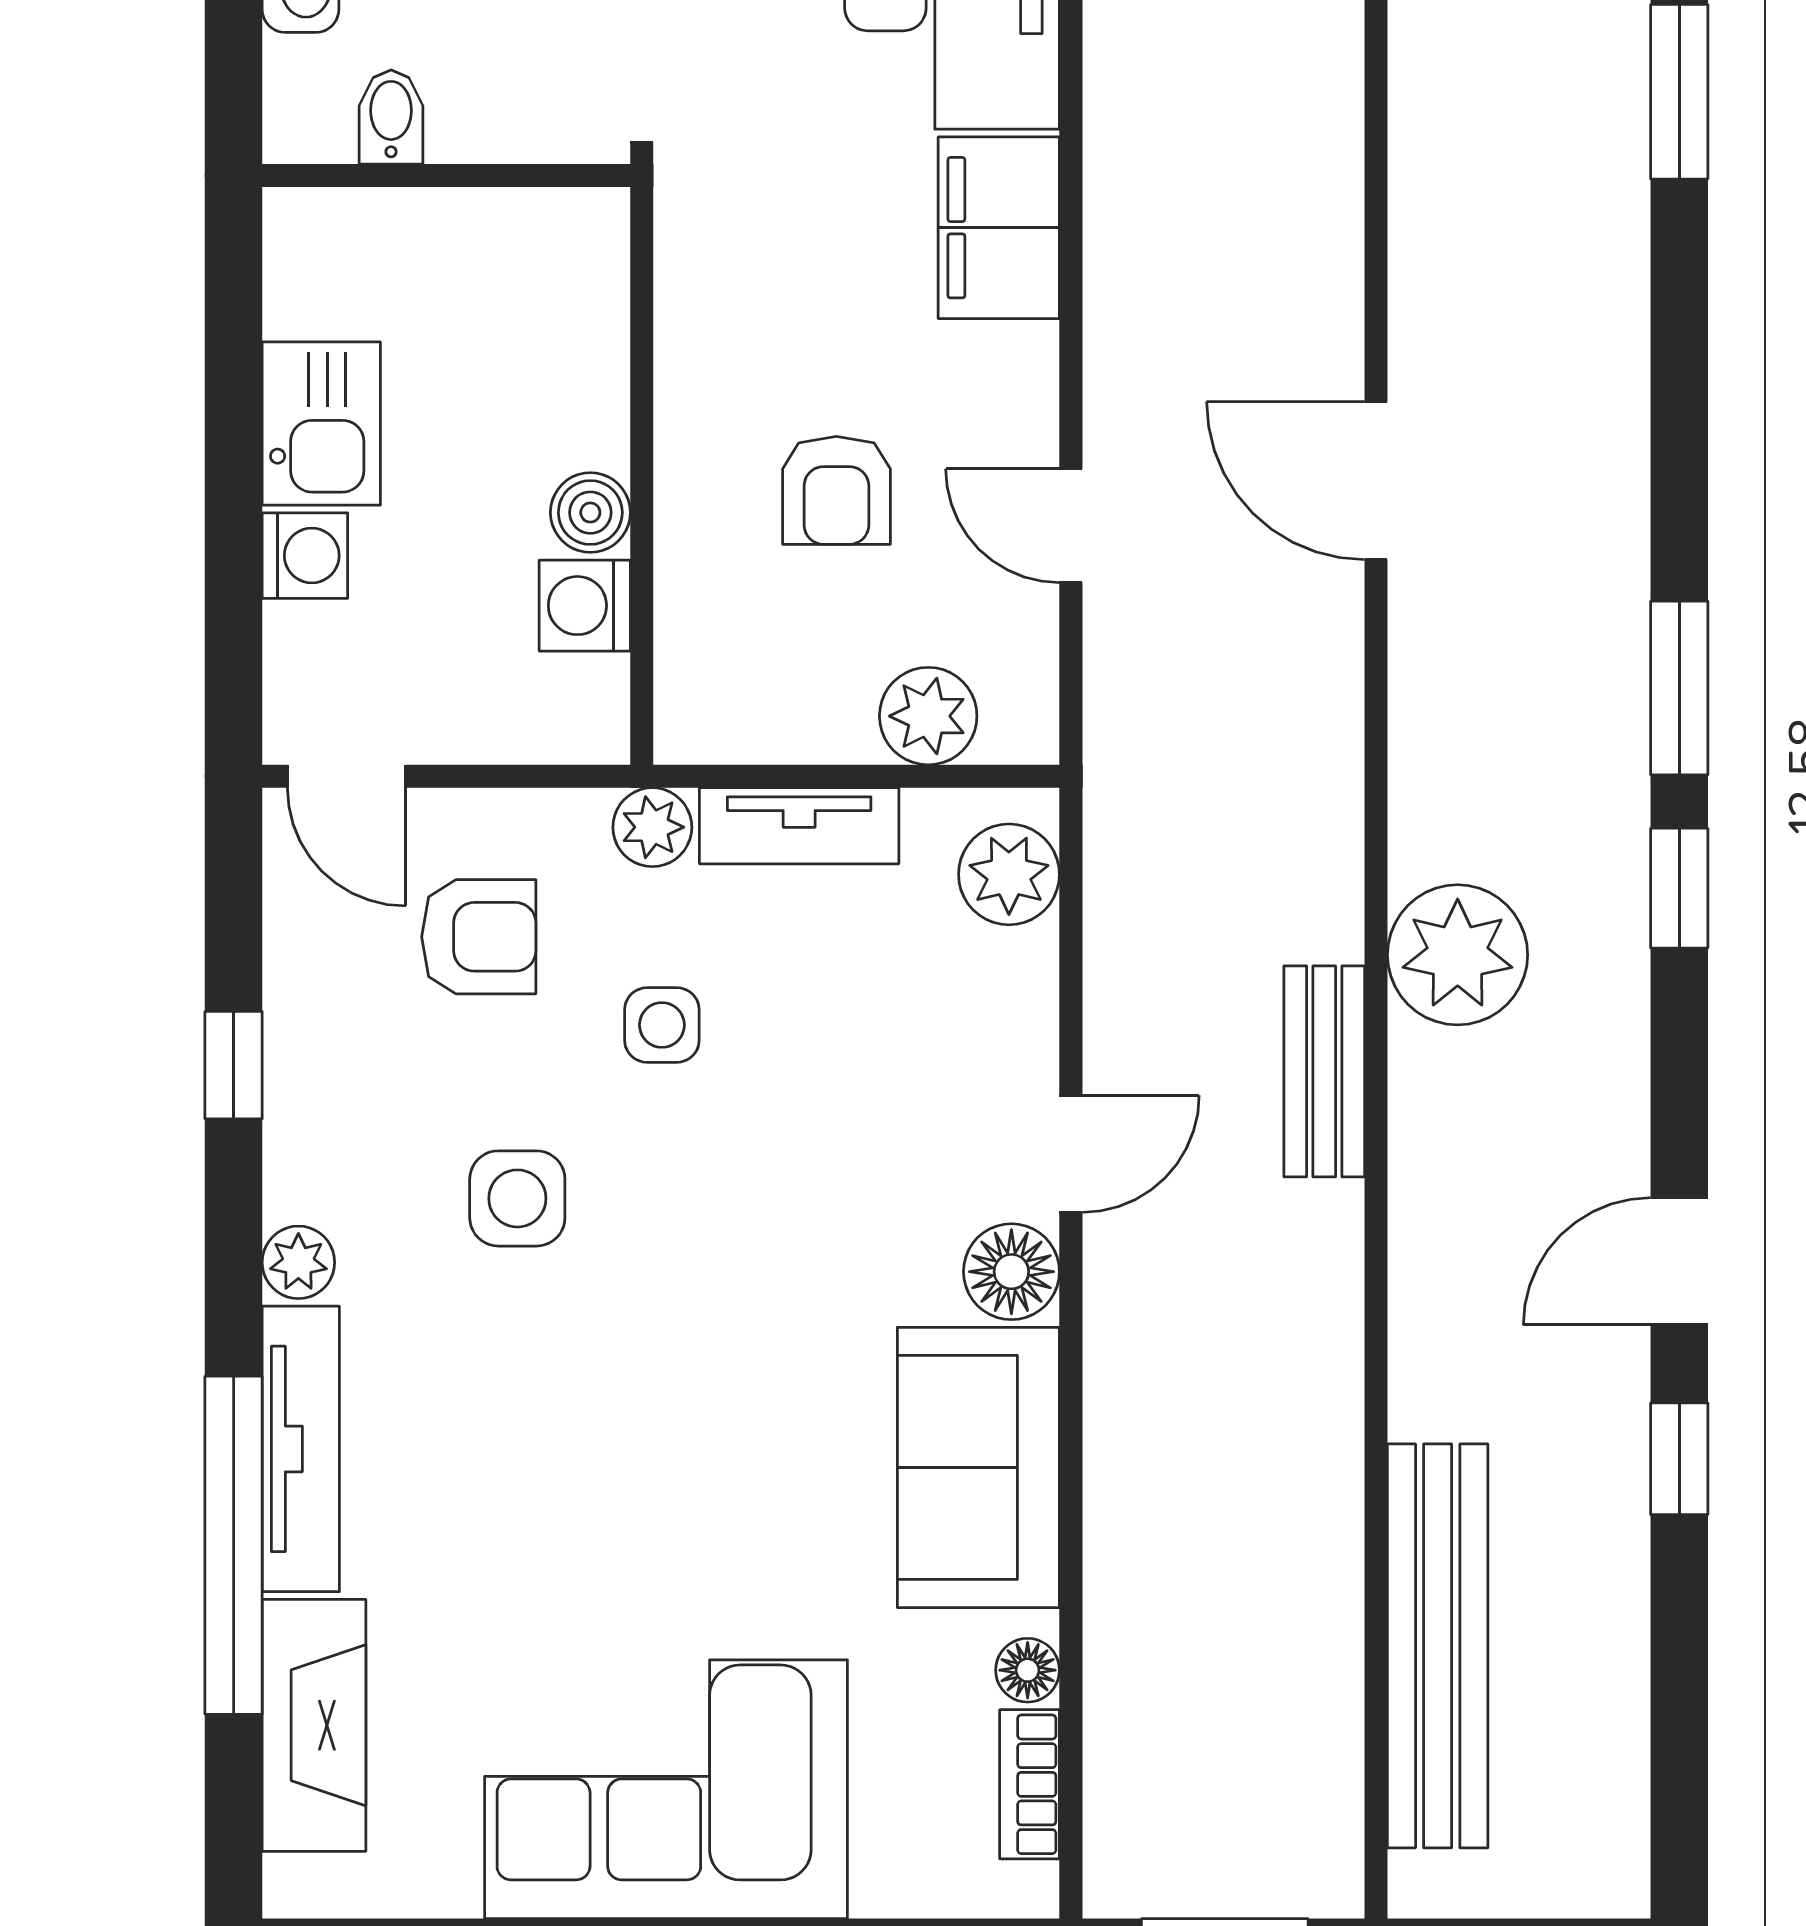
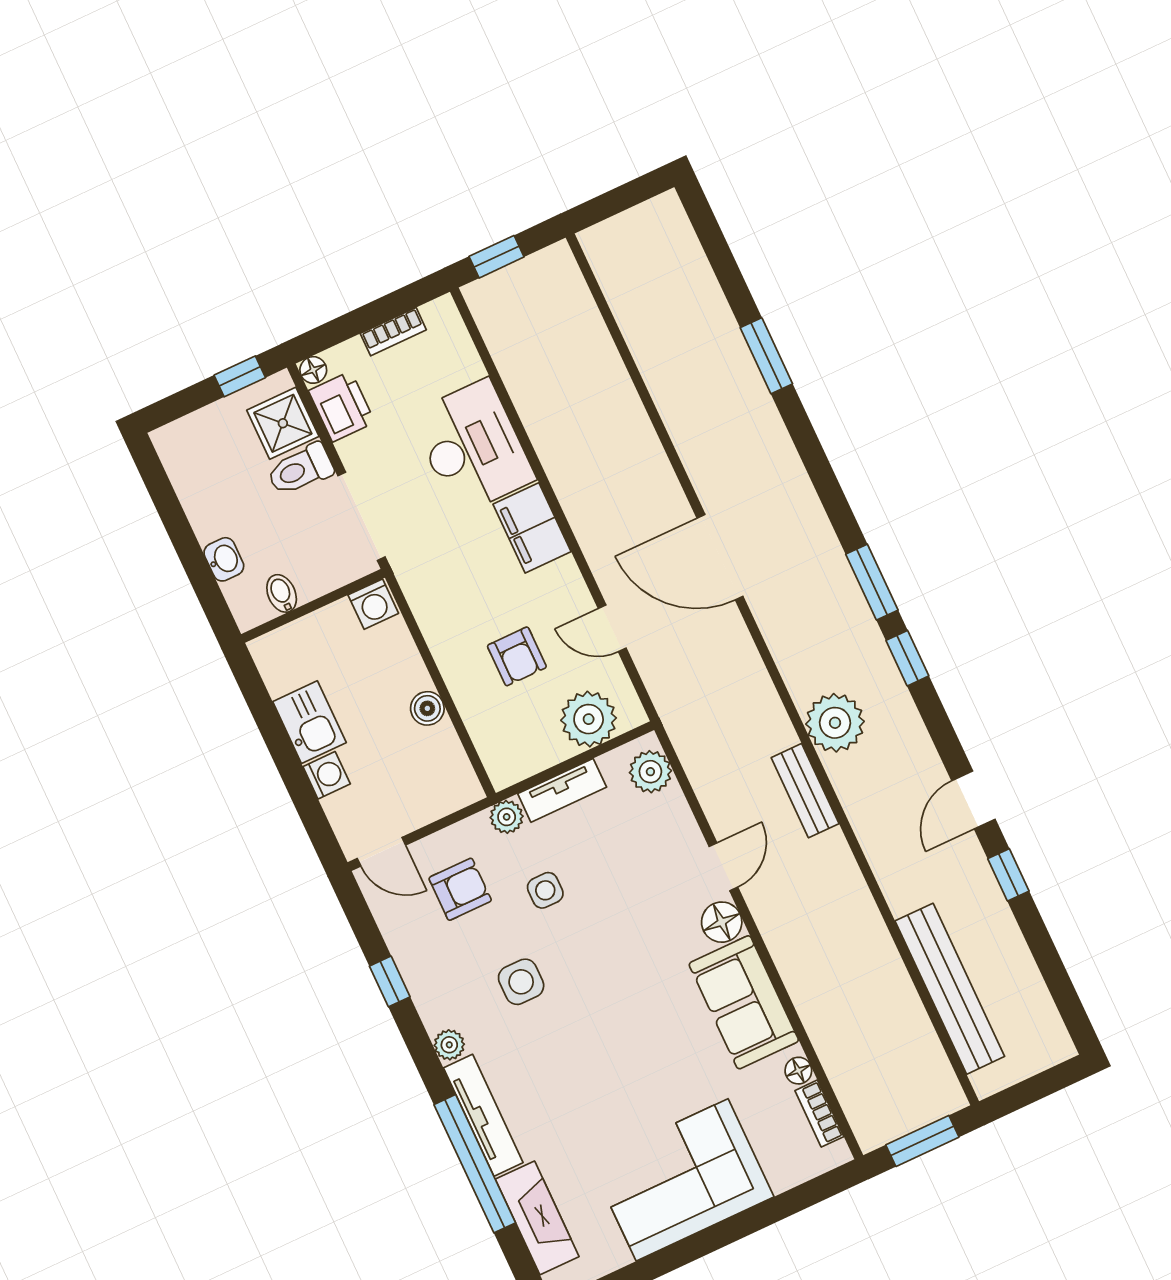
door: (1376, 481) -> (720, 557), width x1.36
washing machine: (585, 606) -> (373, 604), moved, turned -90
plant: (928, 716) -> (589, 719), width x1.36, depth x1.36

